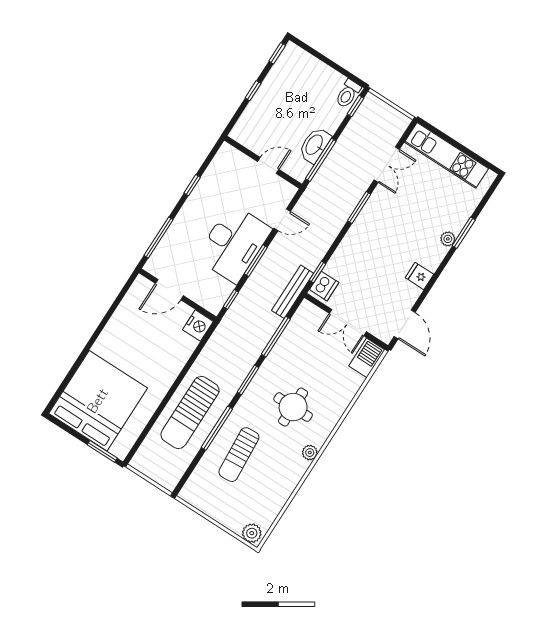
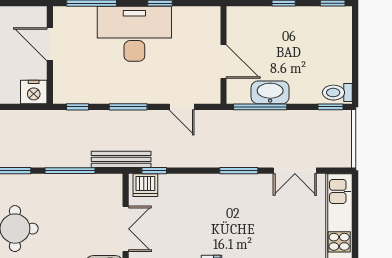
door: (268, 166) -> (223, 62), width x1.38
desk: (234, 243) -> (134, 34), moved, turned 180
double door: (348, 323) -> (126, 229), swing flipped

